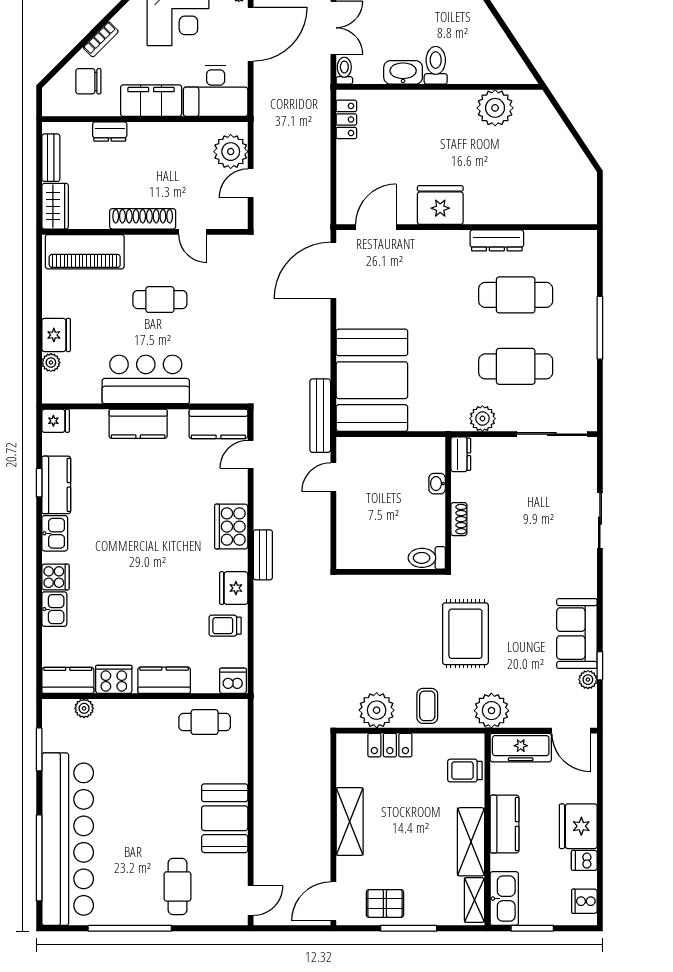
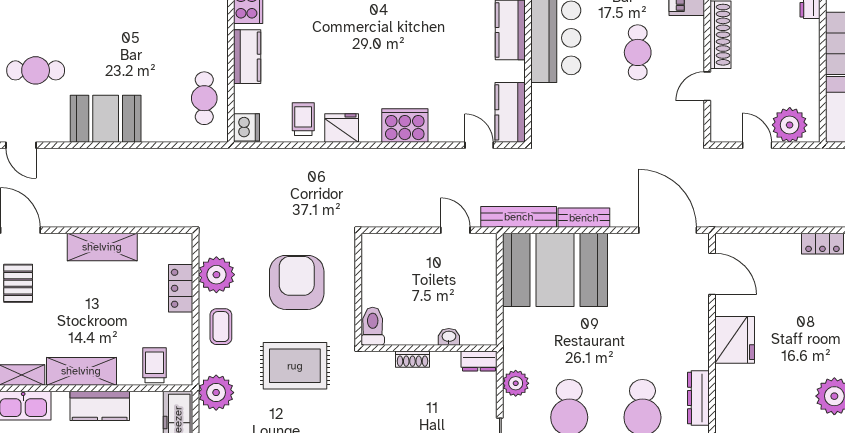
bench: (263, 555) -> (584, 218), moved
armchair: (384, 632) -> (297, 282), added
coffee table: (427, 706) -> (221, 327), turned 90

